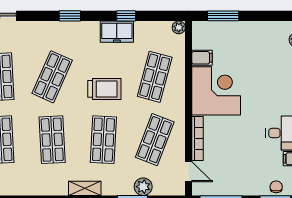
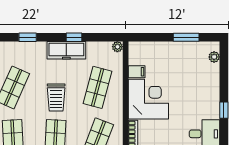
window: (223, 16) -> (186, 37), moved
freezer: (117, 32) -> (66, 50), width x1.40
trolley: (104, 89) -> (56, 97), turned 90

